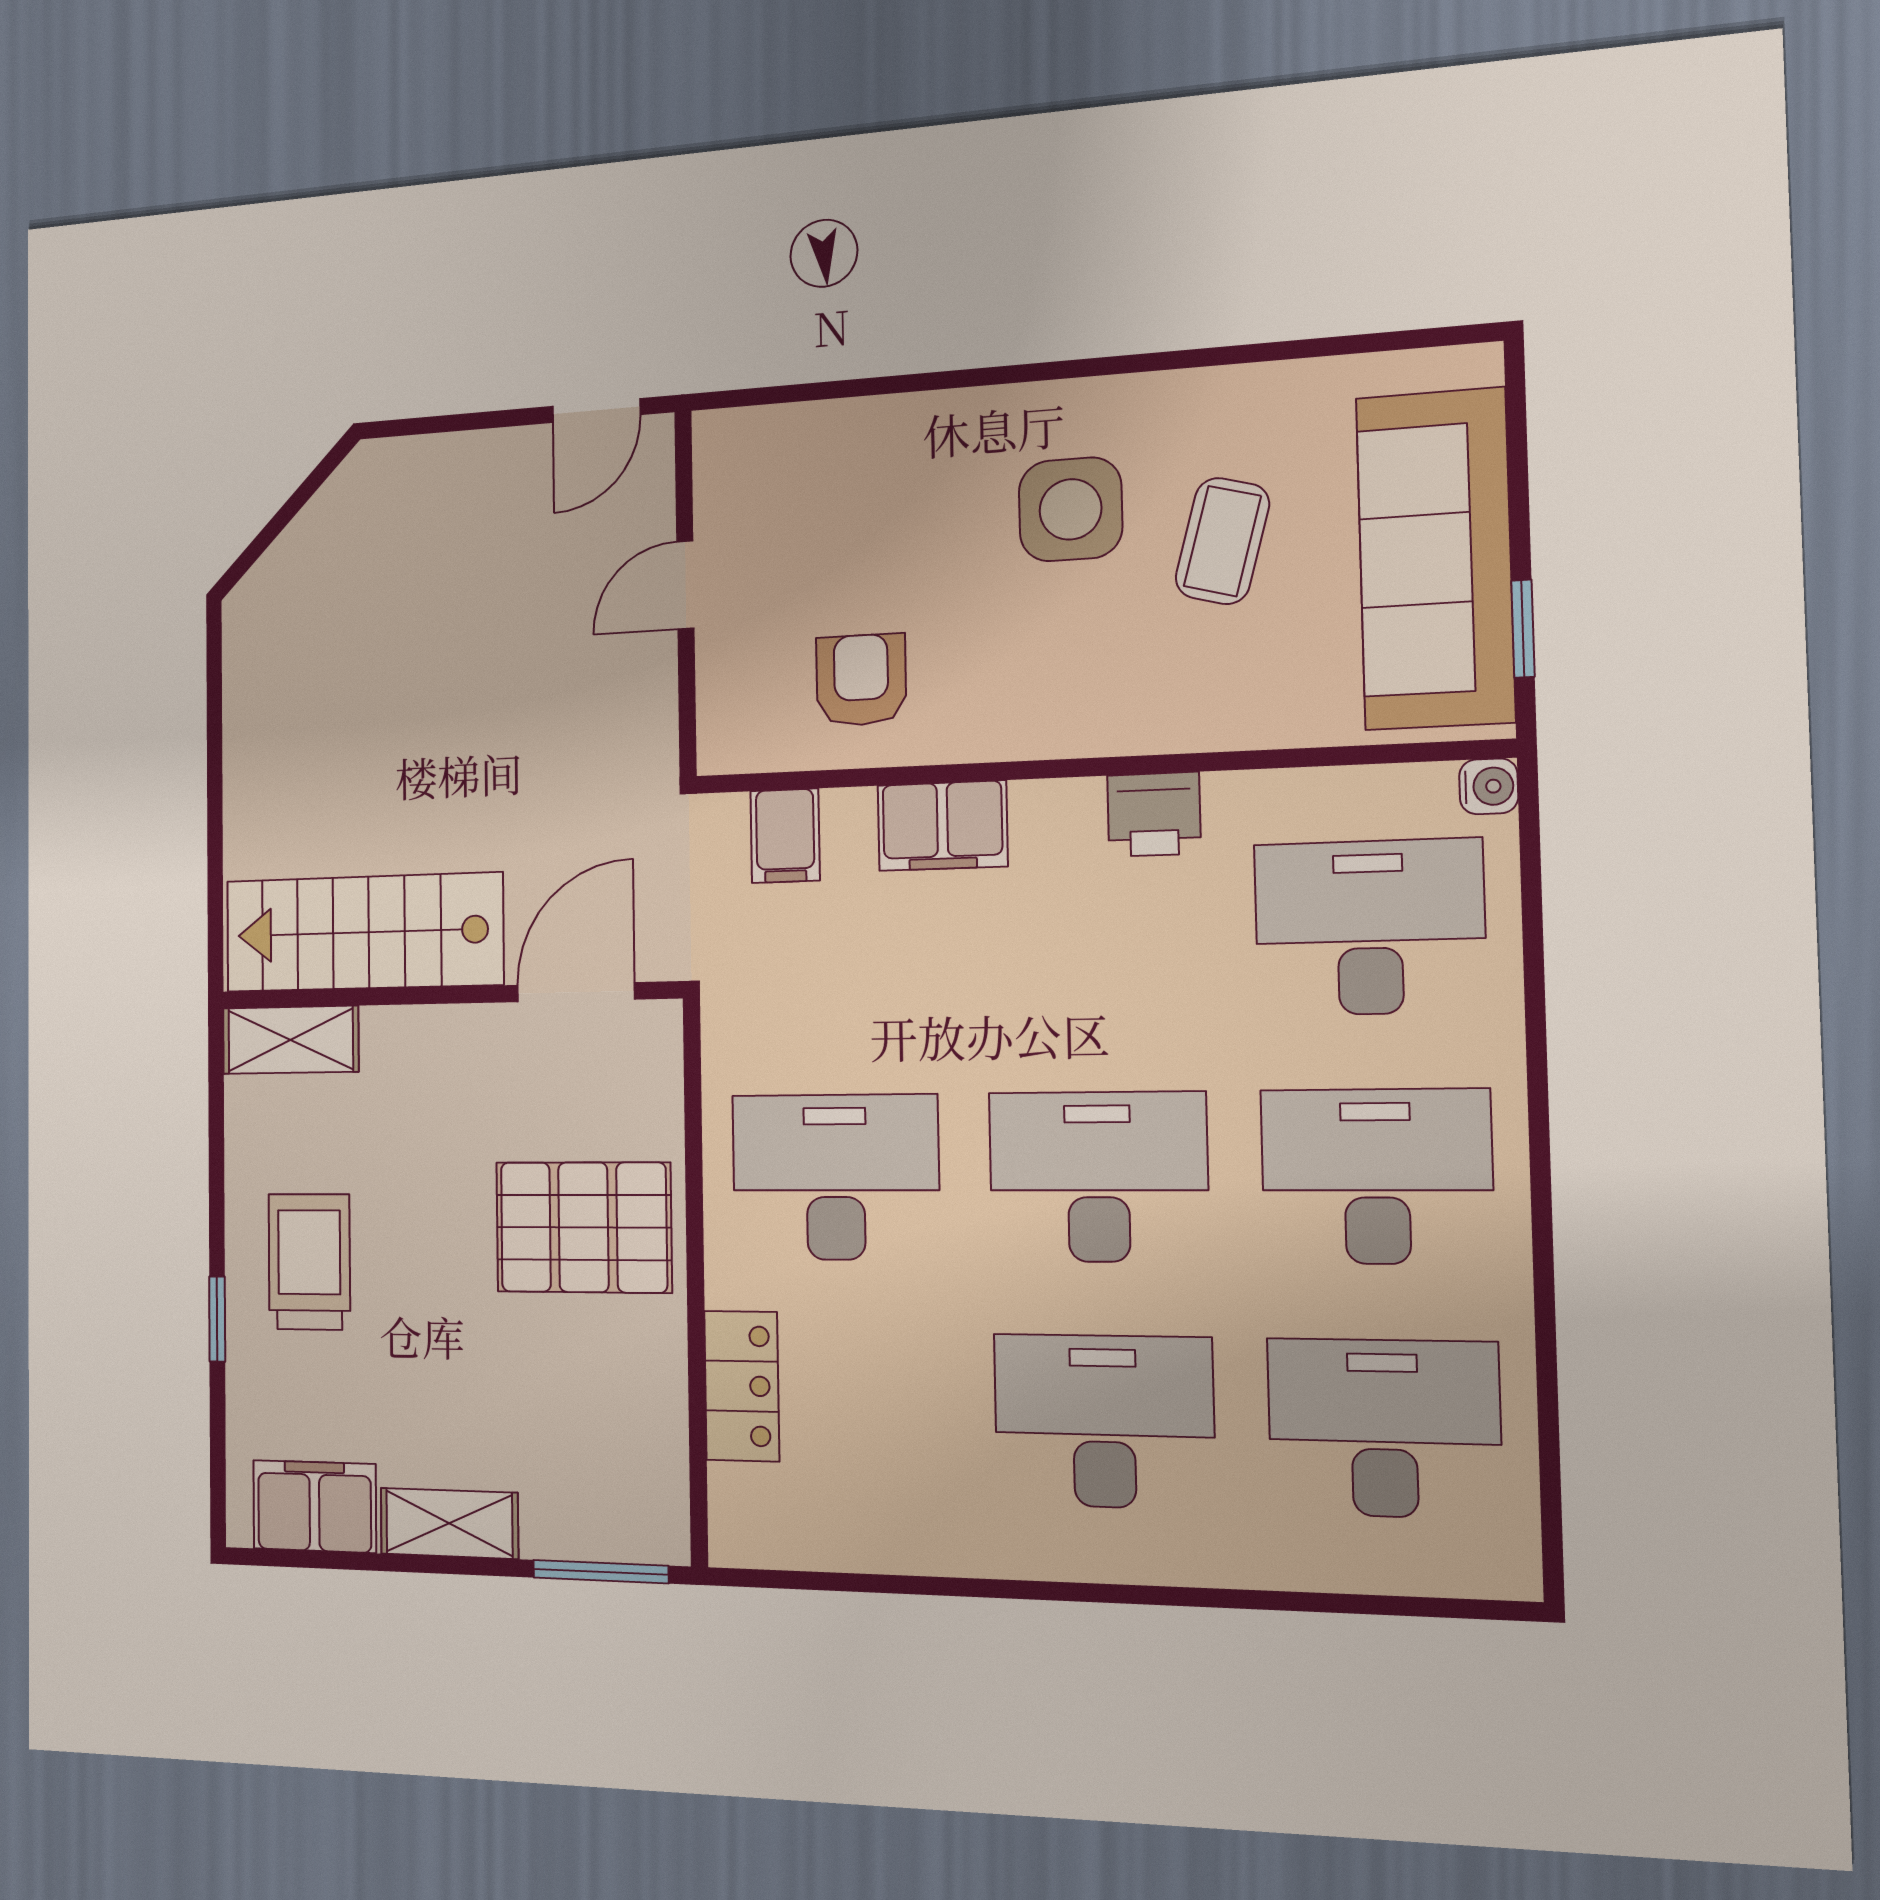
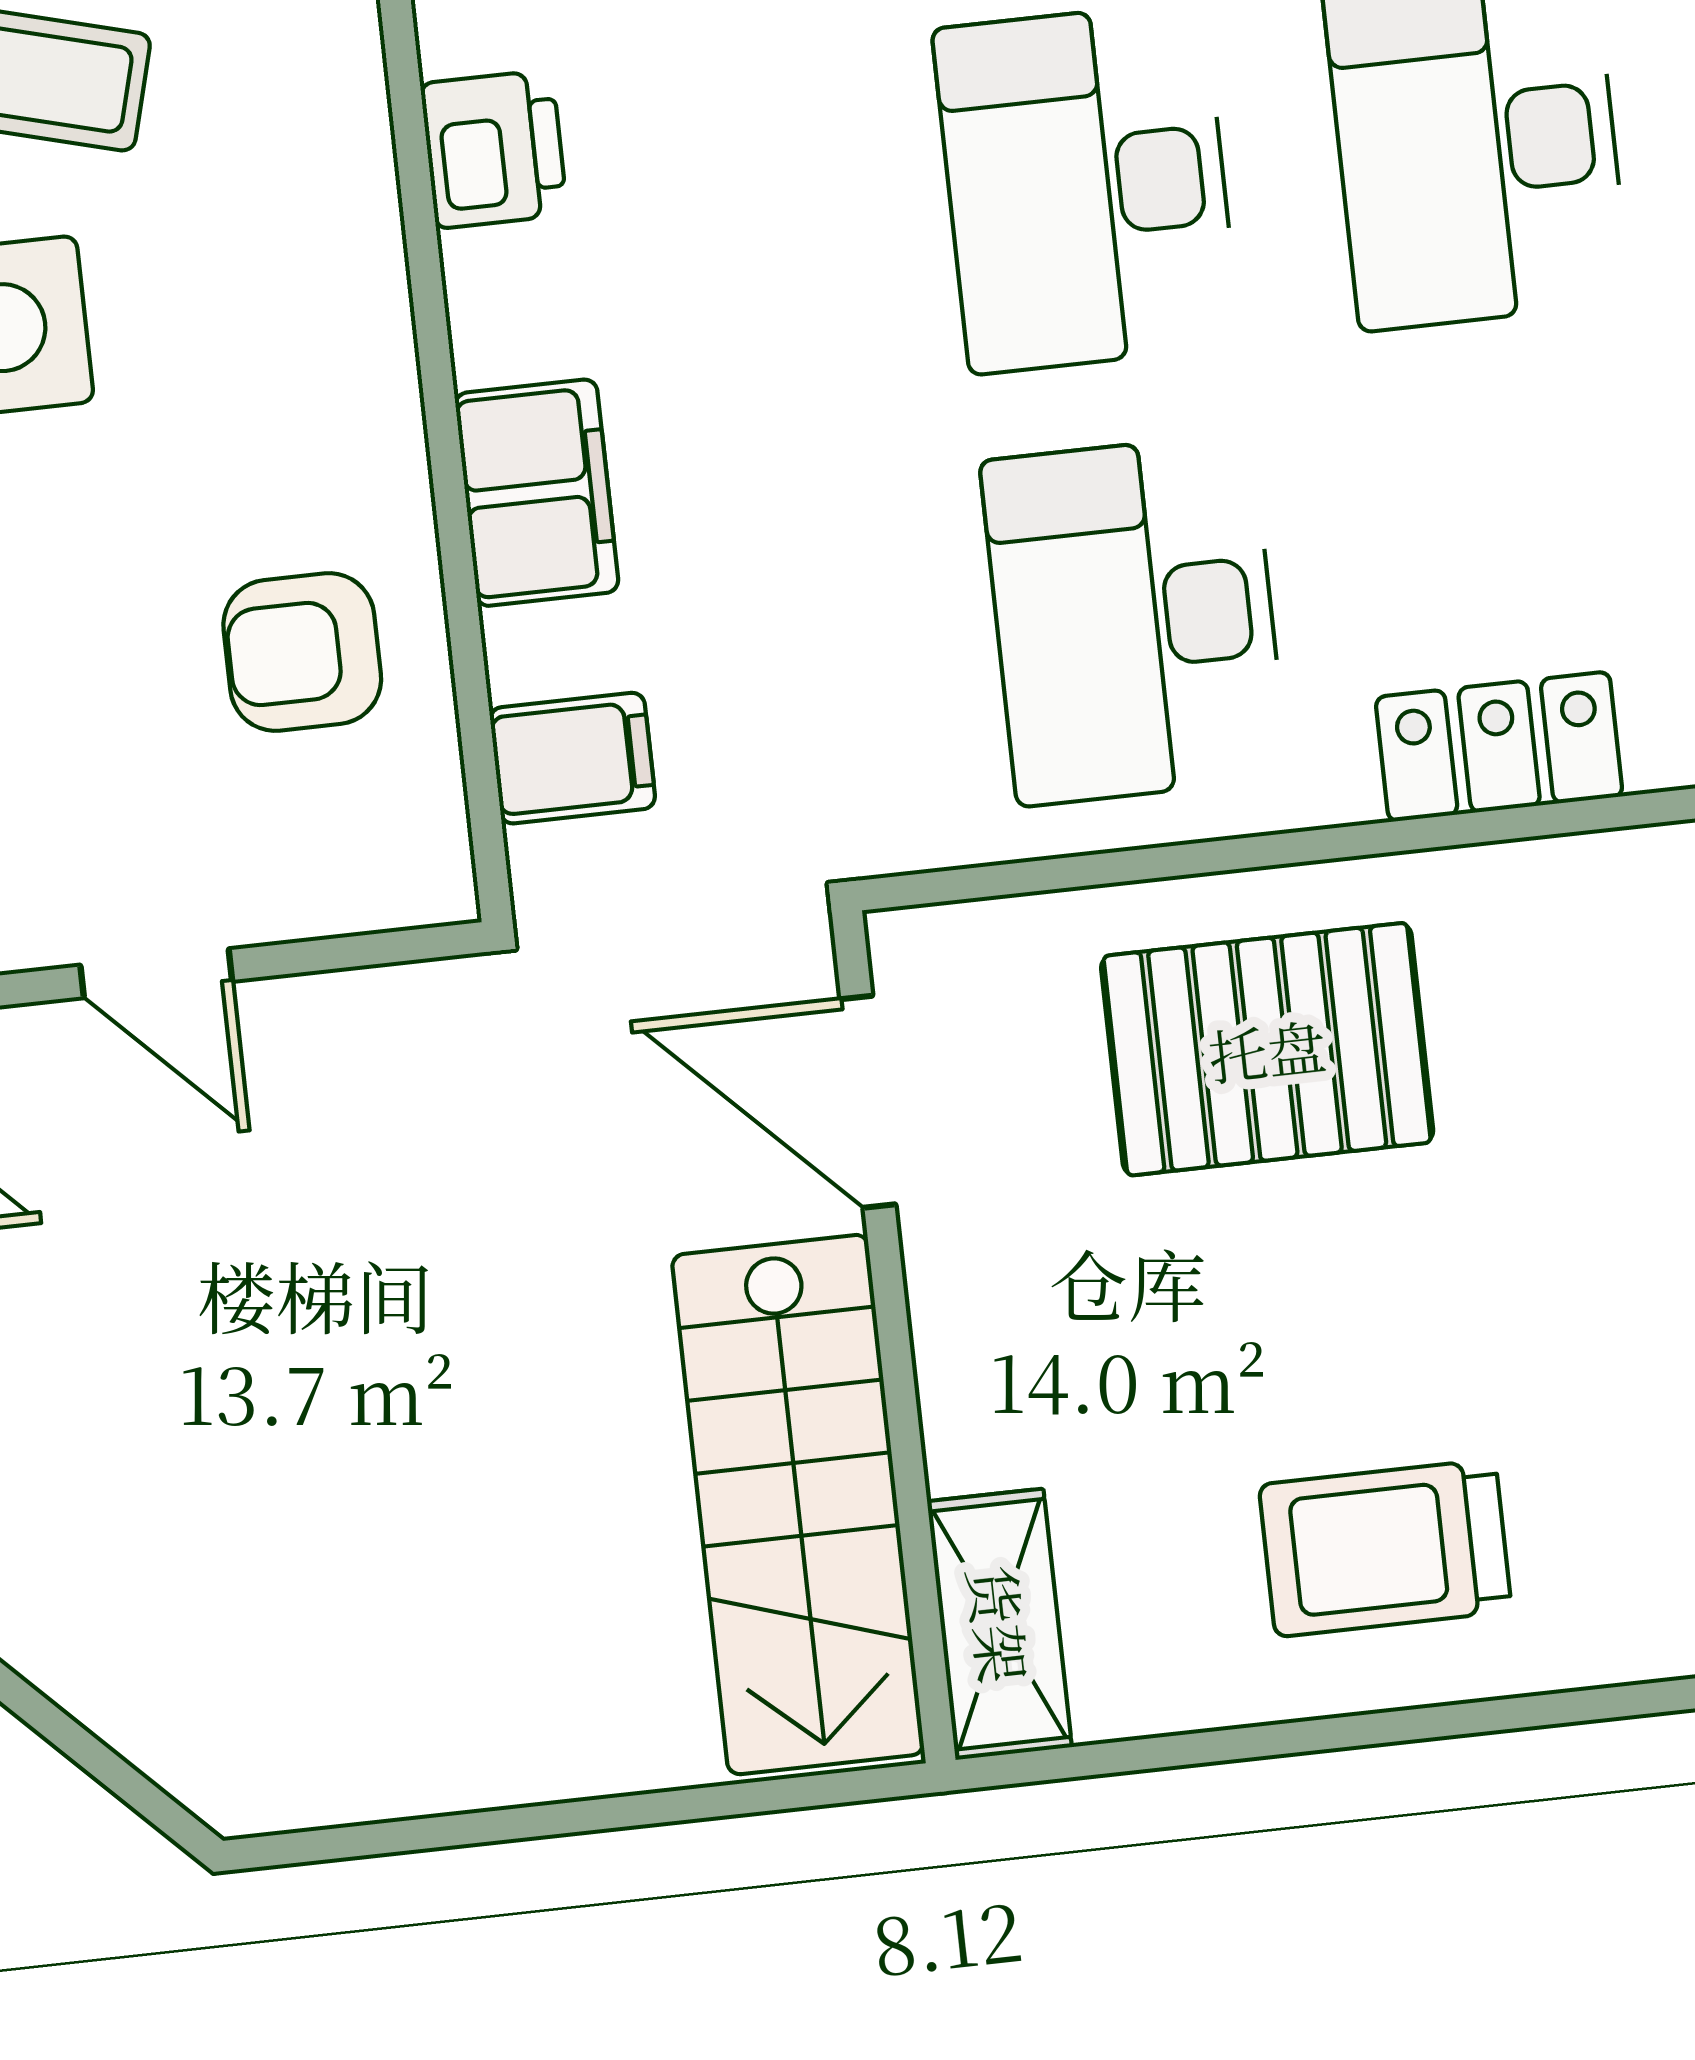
pallet: (583, 1227) -> (1267, 1049), turned 90
window: (217, 1319) -> (1507, 1714), removed

